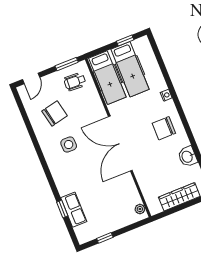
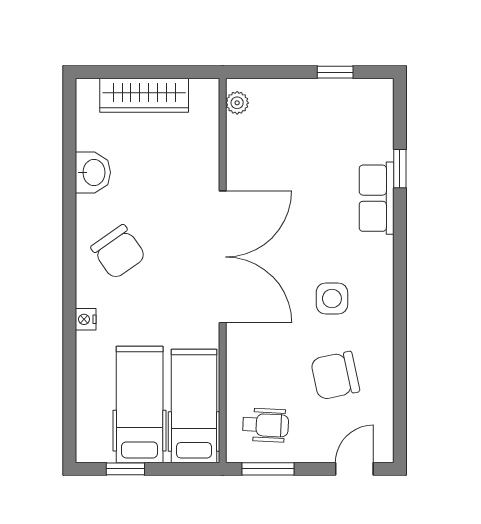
chair: (164, 128) -> (118, 252), turned 55
row of seats: (74, 210) -> (377, 198), moved

